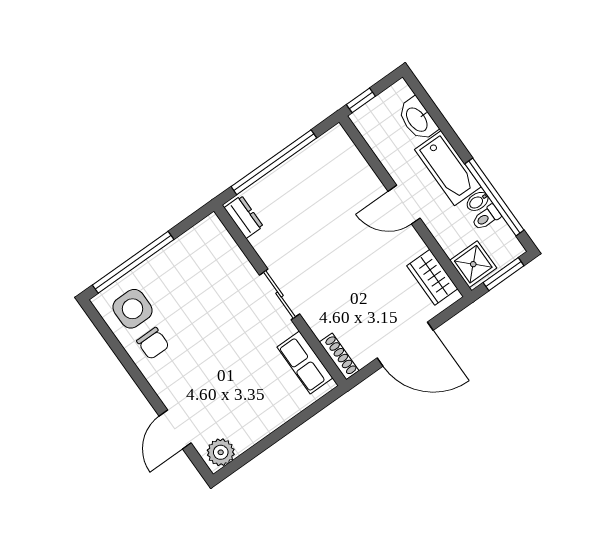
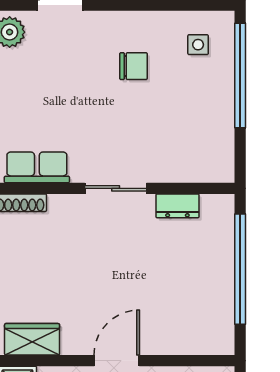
dresser: (244, 217) -> (177, 206), moved
side table: (132, 309) -> (198, 45), width x0.54, depth x0.54
chair: (153, 343) -> (133, 66), moved, turned 180

